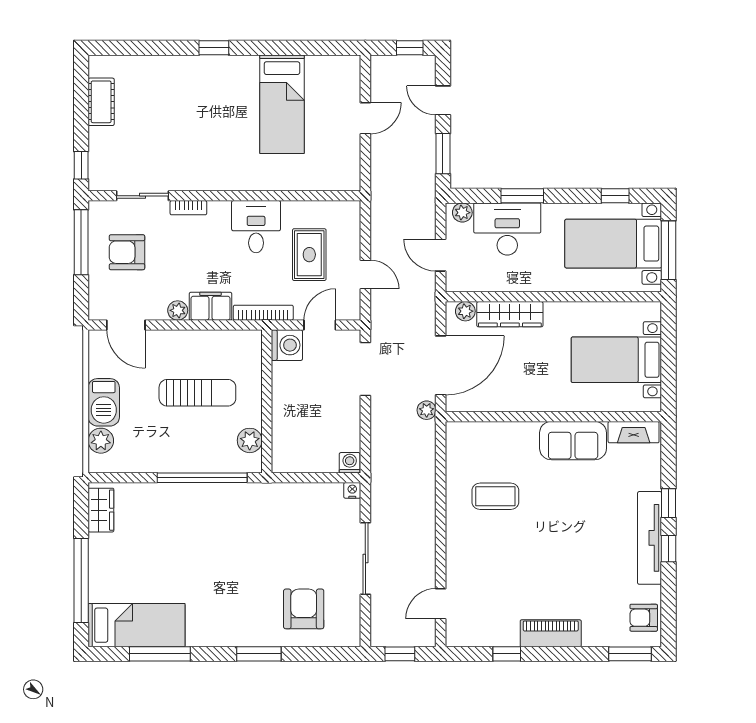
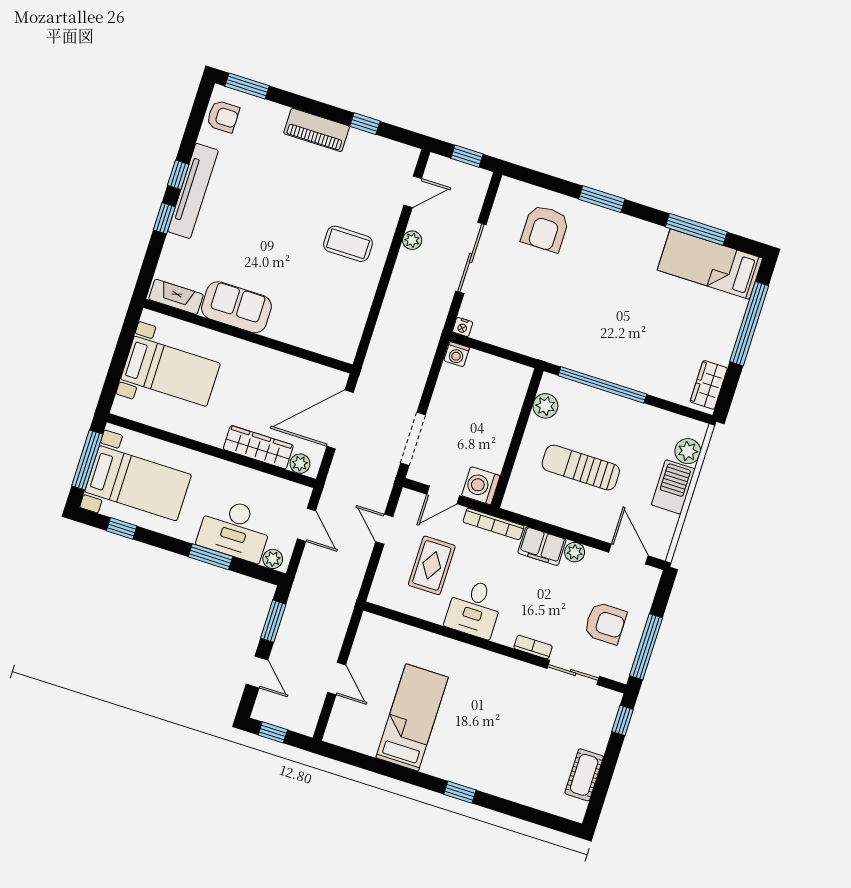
door: (365, 118) -> (337, 679), swing flipped
plant: (427, 410) -> (412, 240), moved
coffee table: (495, 496) -> (348, 244), moved

